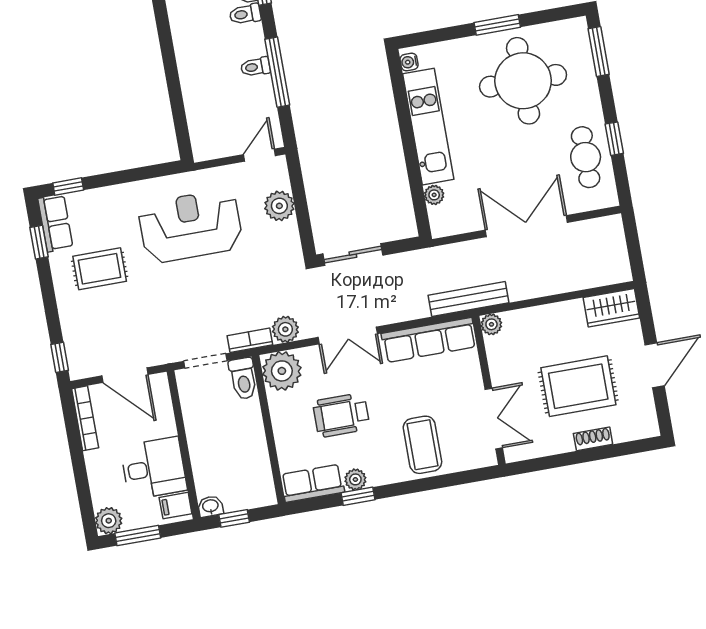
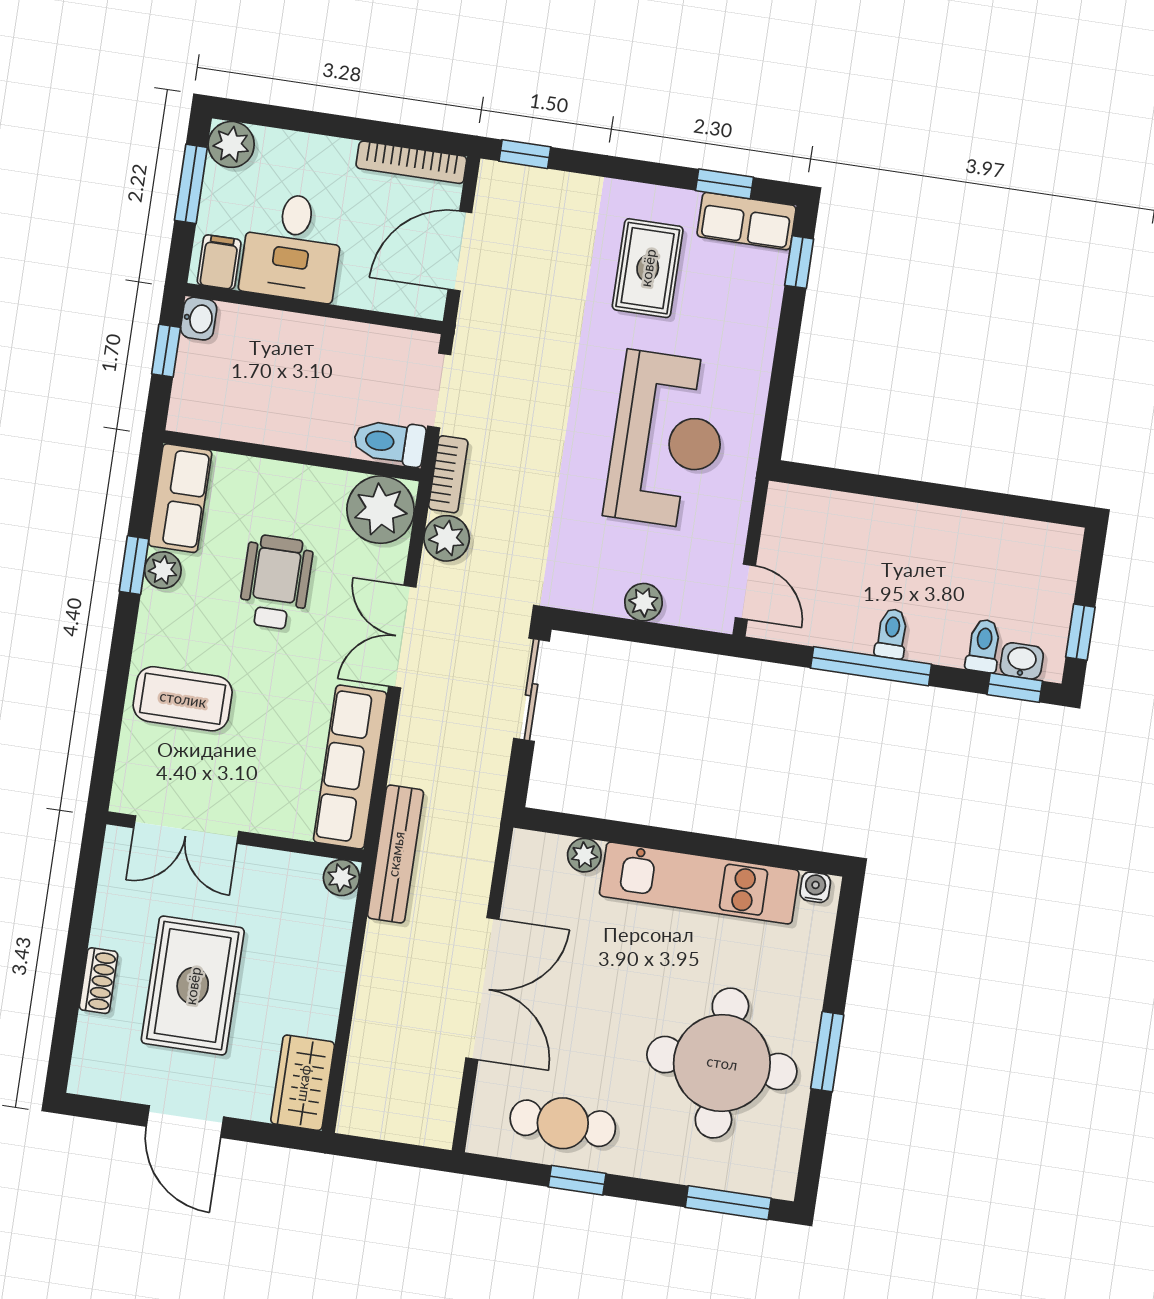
plant: (279, 206) -> (644, 602), width x0.73, depth x0.73

